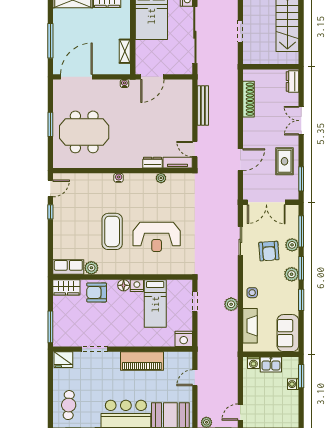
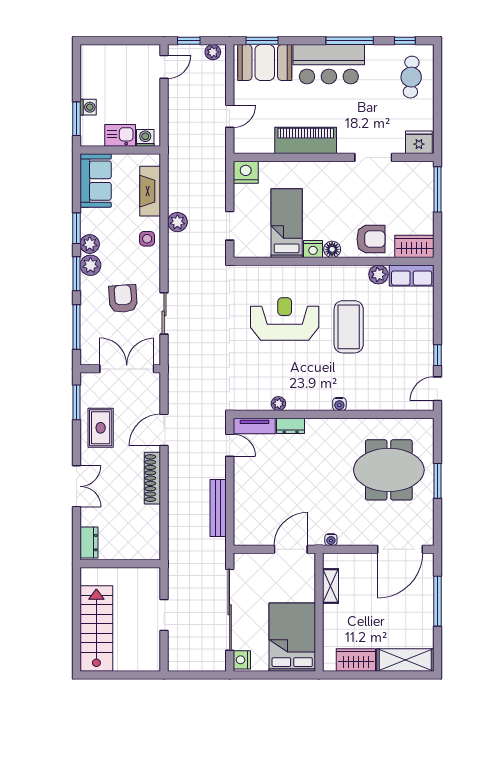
shoe rack: (249, 99) -> (152, 478), moved
plant: (292, 245) -> (90, 244), moved

